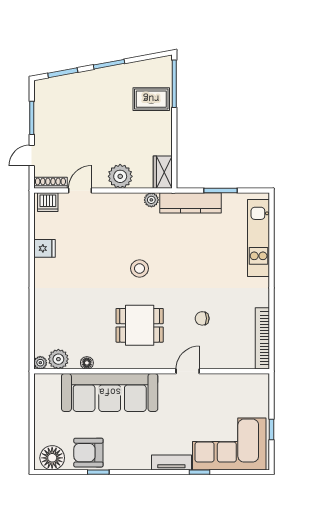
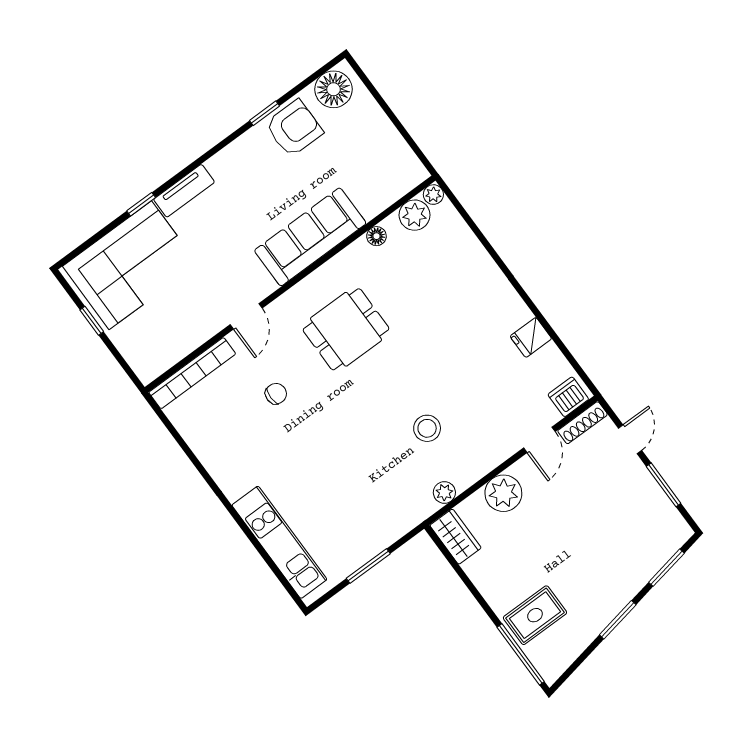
kitchen counter: (190, 203) -> (394, 524), removed
stool: (140, 268) -> (427, 428), moved
bookcase: (262, 338) -> (192, 373), moved, turned 90
sofa: (110, 392) -> (310, 237), width x0.74, depth x0.79

